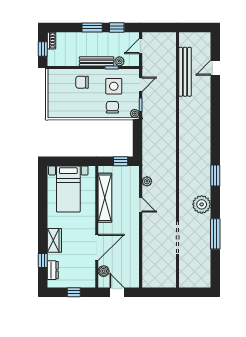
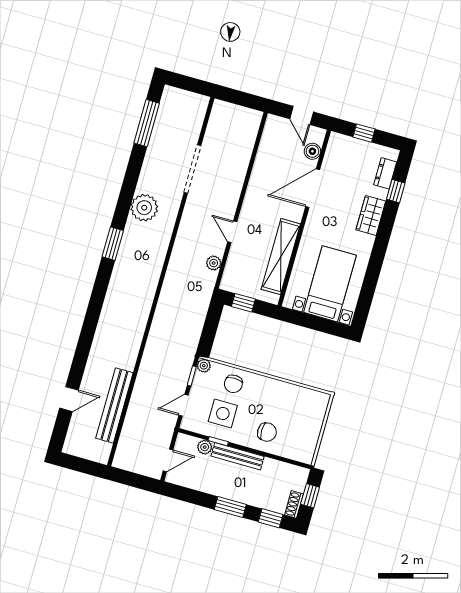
window: (117, 27) -> (271, 518), moved
window: (215, 234) -> (147, 123), moved

